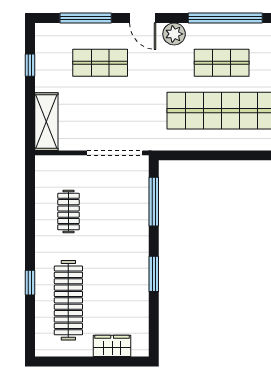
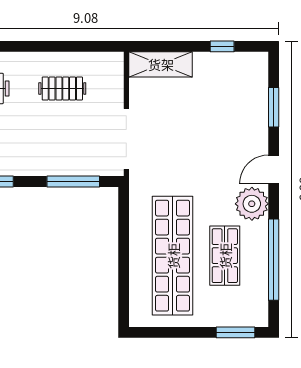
window: (86, 18) -> (274, 107), width x0.69
plant: (174, 34) -> (252, 204), width x1.36, depth x1.36
shop shelf: (100, 63) -> (225, 123), removed

